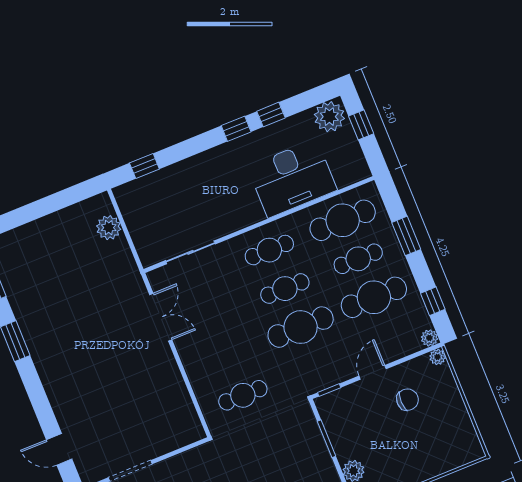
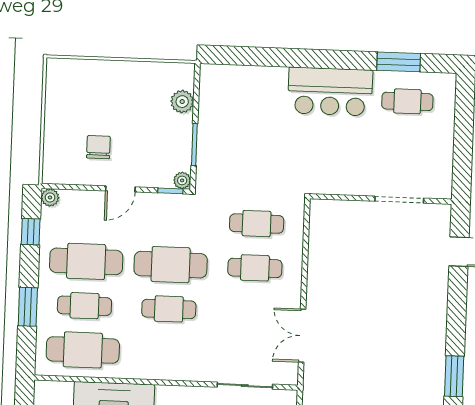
cafe table: (269, 250) -> (255, 268), moved
plant: (438, 357) -> (182, 180), moved
chair: (407, 400) -> (98, 147), turned 90

